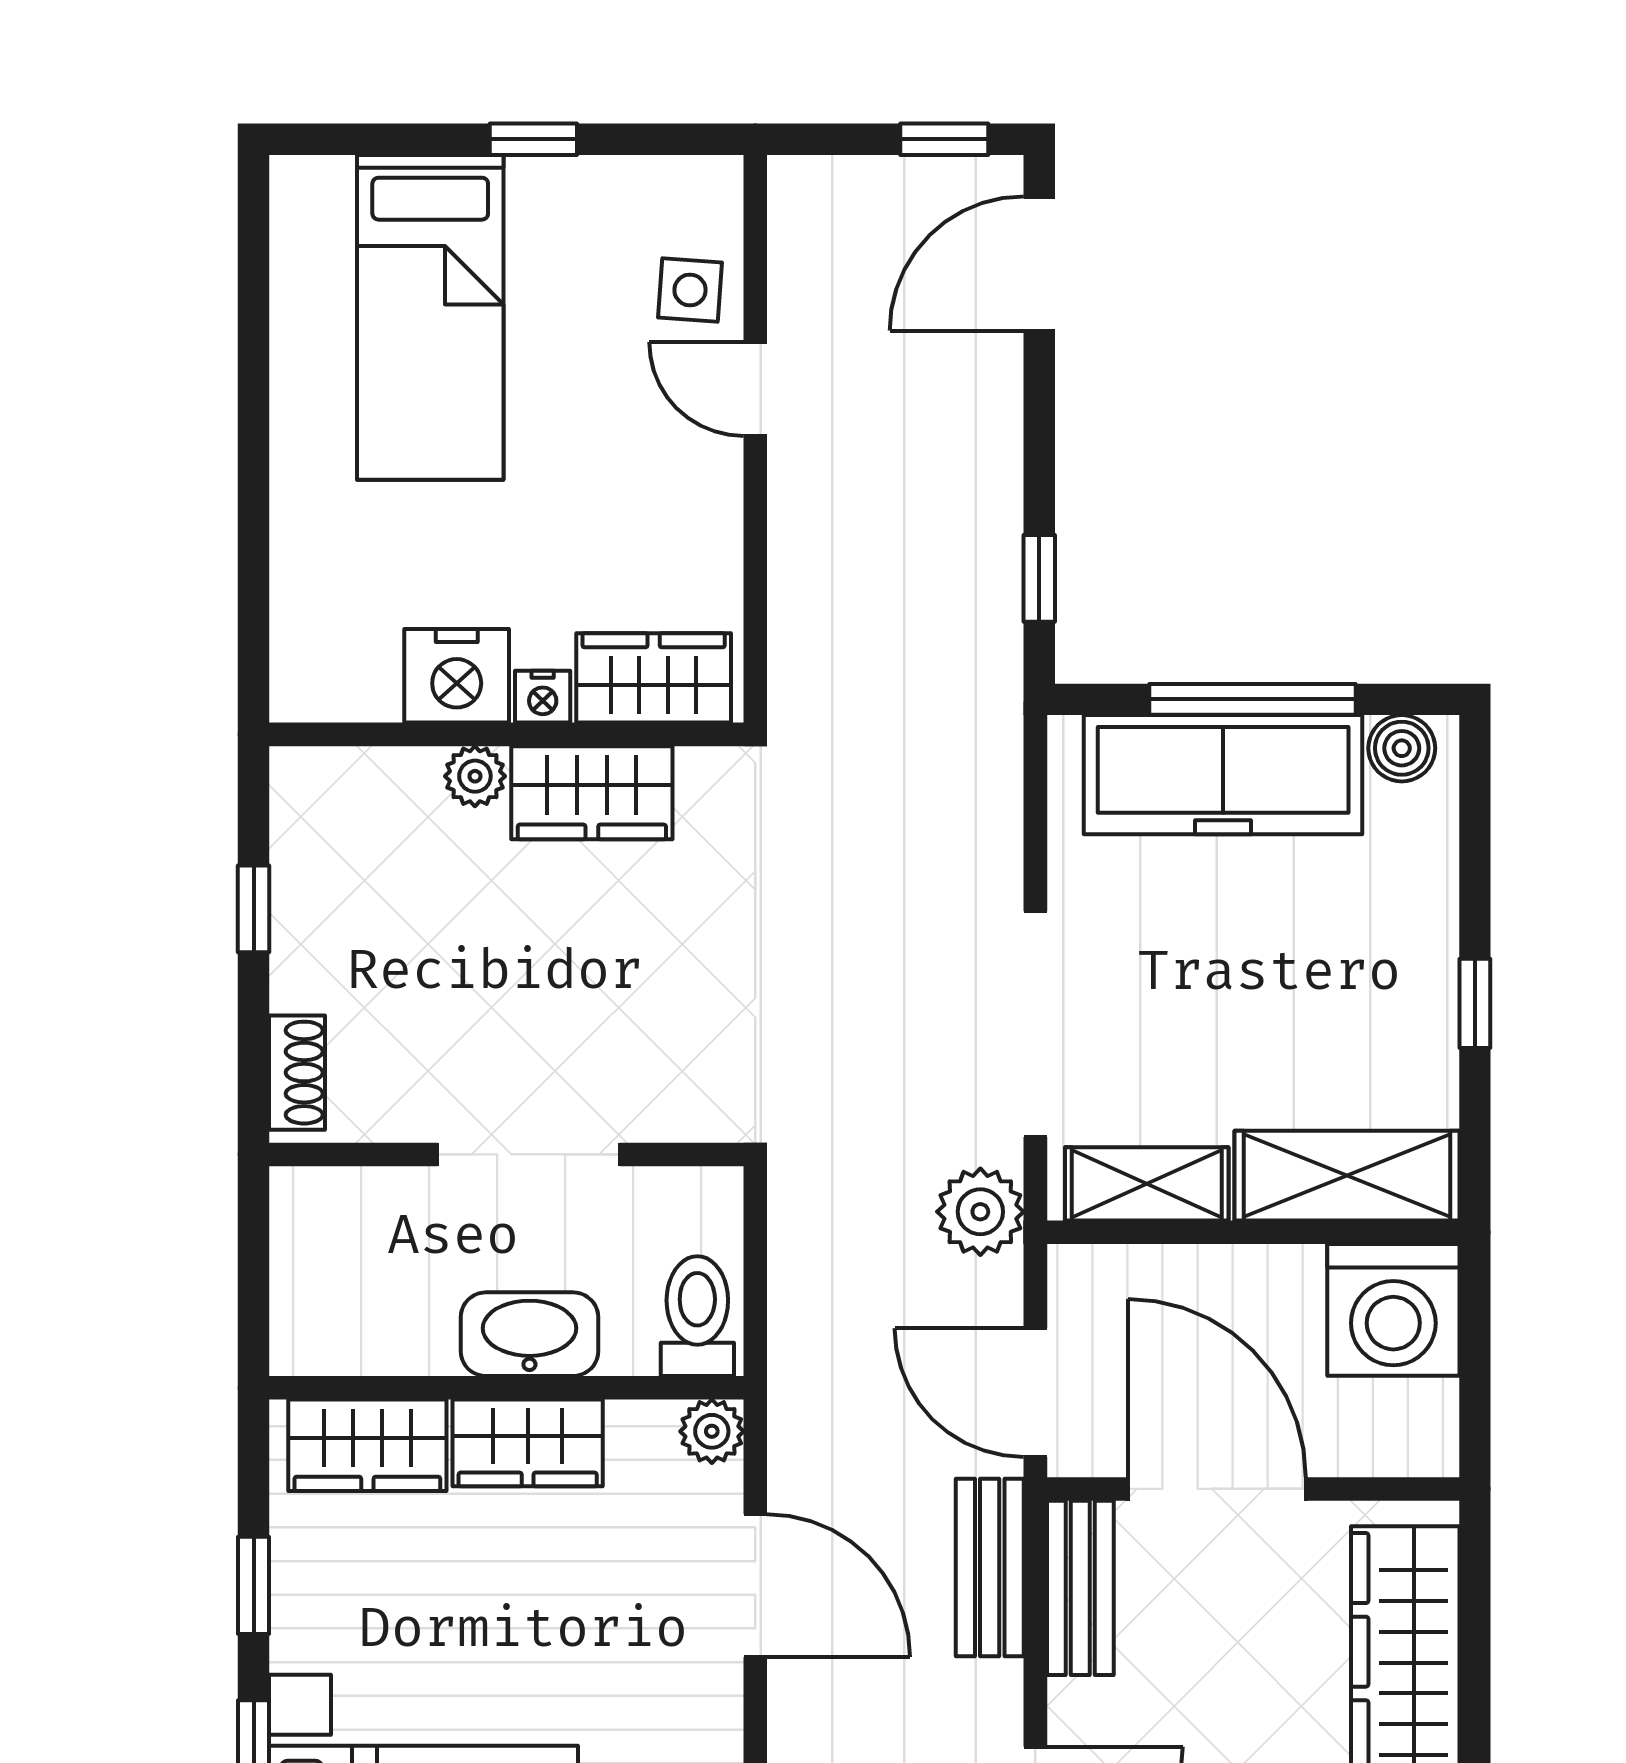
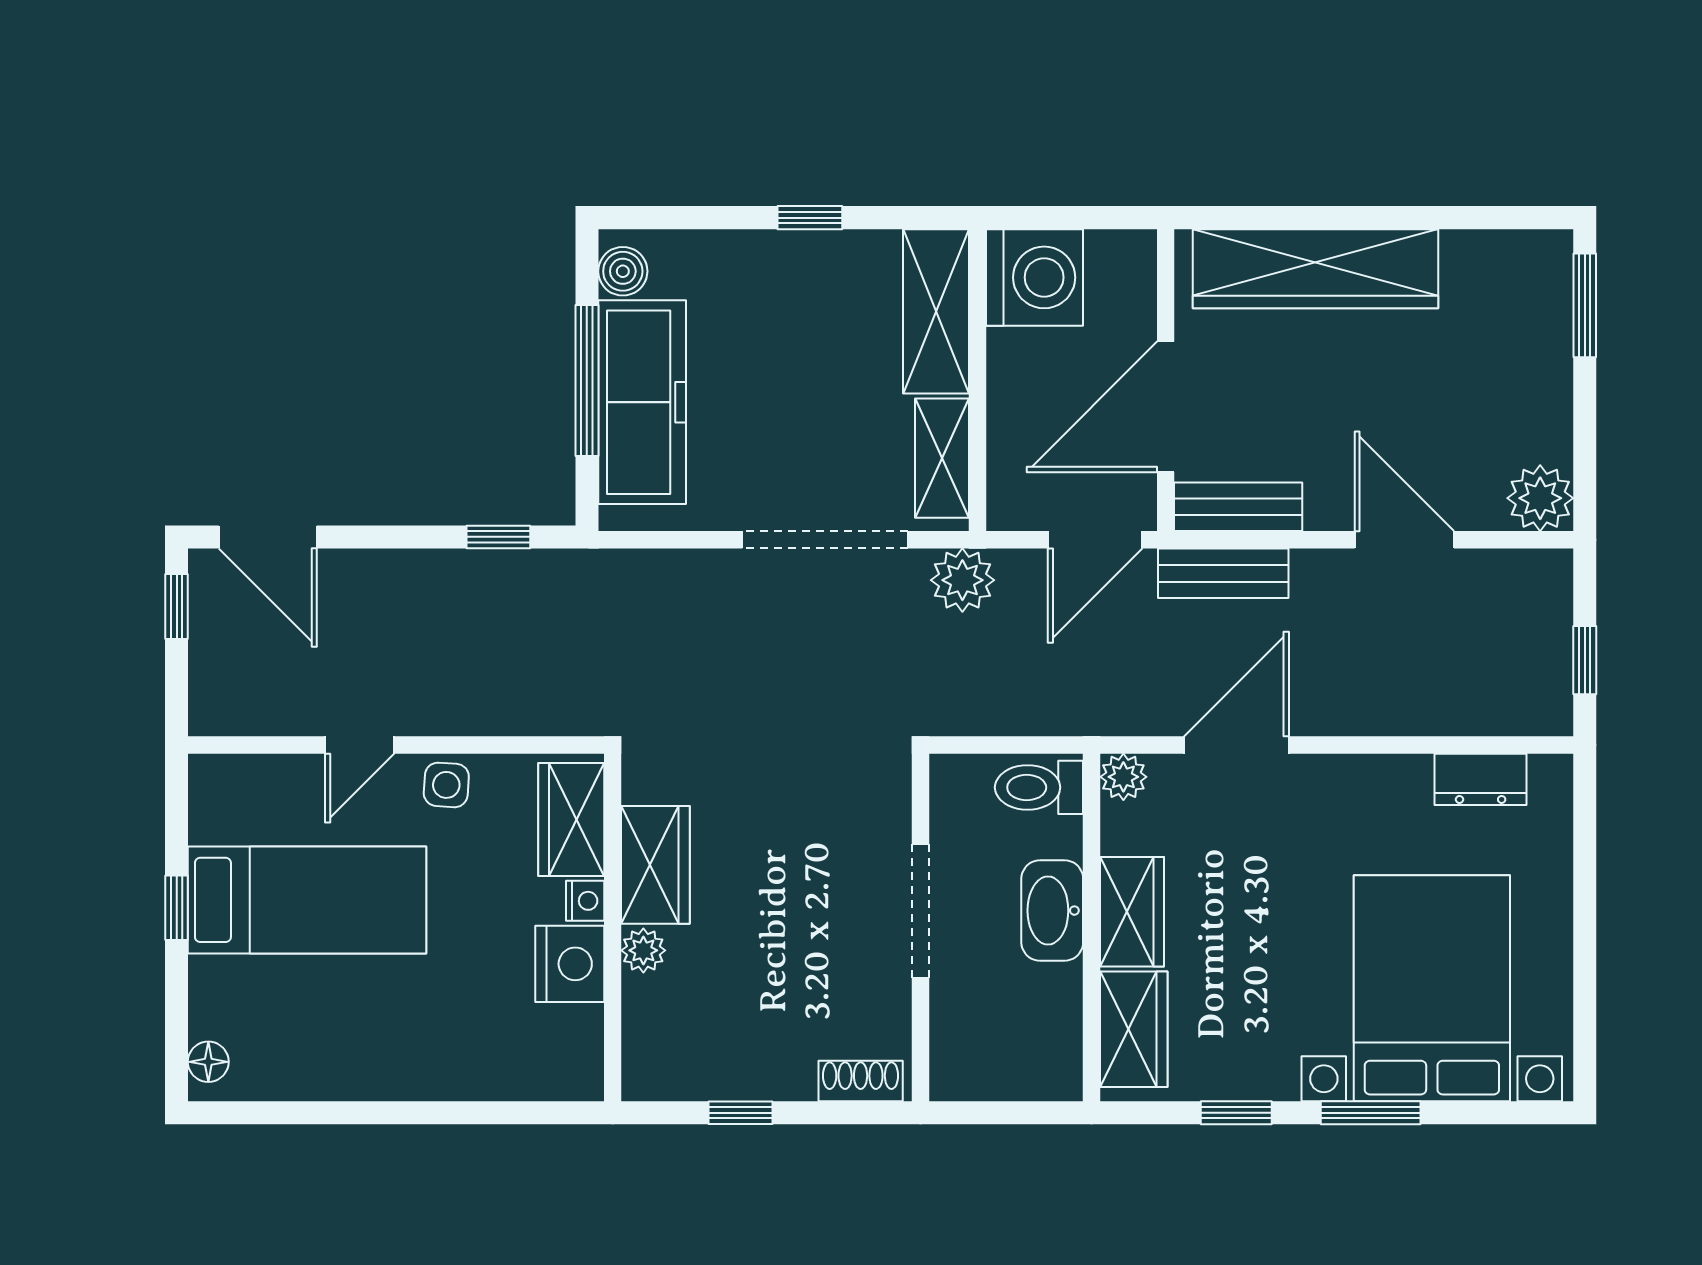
floor lamp: (323, 183) -> (208, 1062), added
side table: (690, 290) -> (446, 785), moved
bed: (430, 317) -> (307, 900), moved

